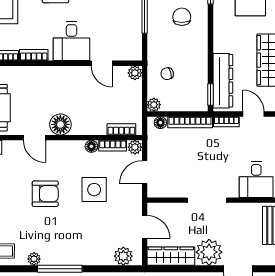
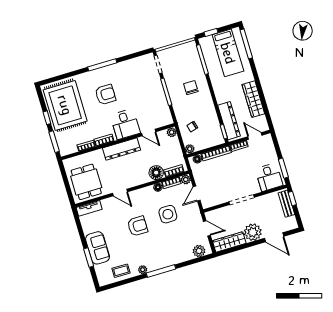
dresser: (55, 75) -> (121, 149), added
floor lamp: (60, 124) -> (156, 173), moved

